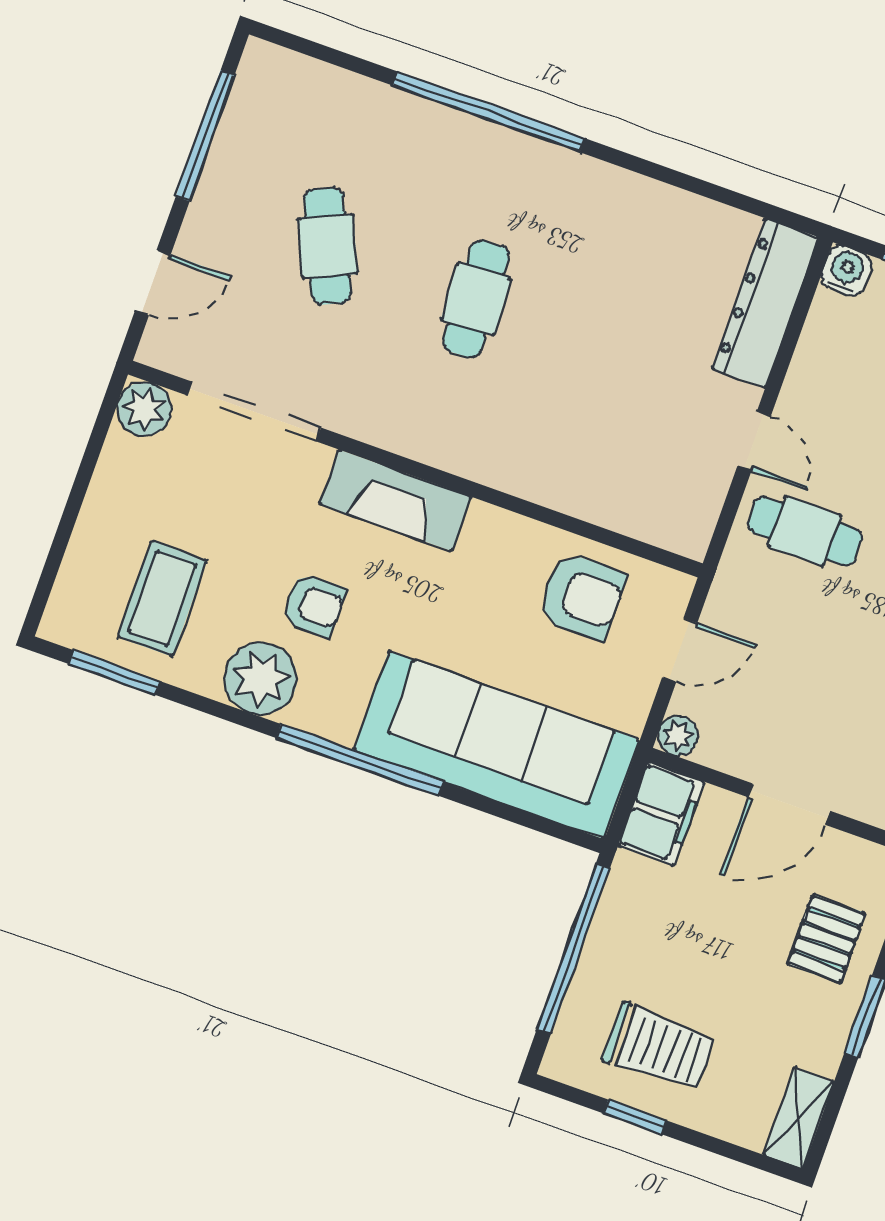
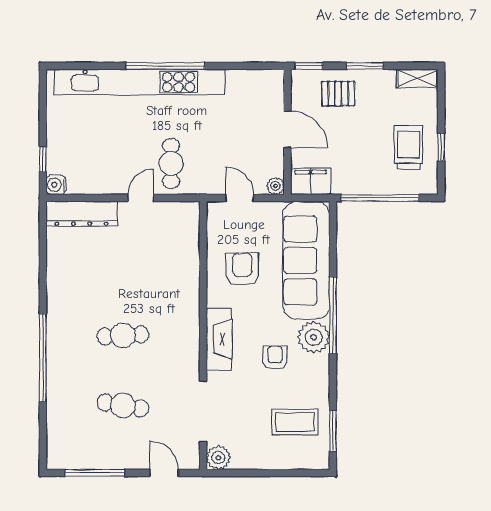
cafe table: (328, 246) -> (123, 405), turned 33
armchair: (582, 596) -> (242, 269), moved
plant: (261, 679) -> (314, 337), moved

